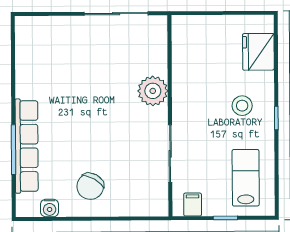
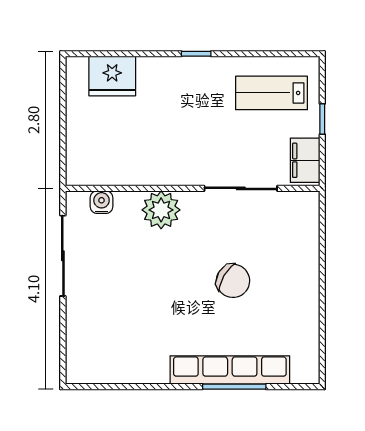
stool: (242, 106) -> (180, 97), removed
chair: (90, 186) -> (233, 281), moved
filing cabinet: (193, 205) -> (305, 160), width x2.00
water cooler: (50, 208) -> (102, 202), moved, turned -90

